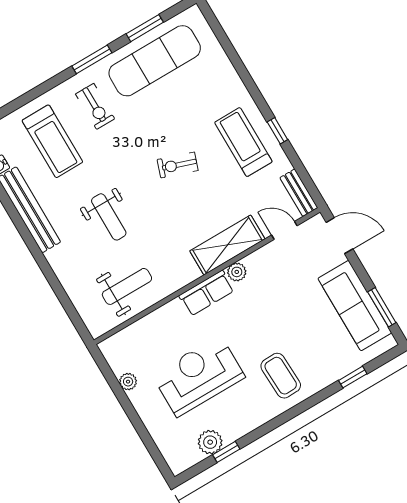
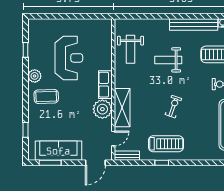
plant: (237, 272) -> (102, 109), width x1.88, depth x1.88
plant: (128, 382) -> (86, 23), removed
plant: (210, 442) -> (35, 76), moved

